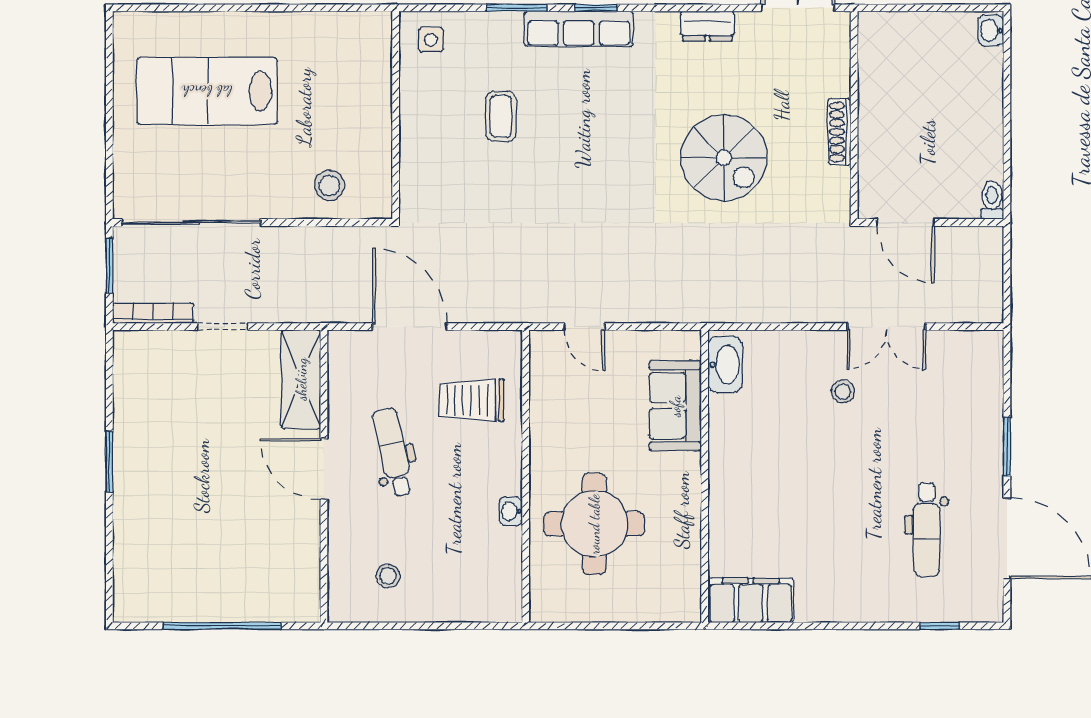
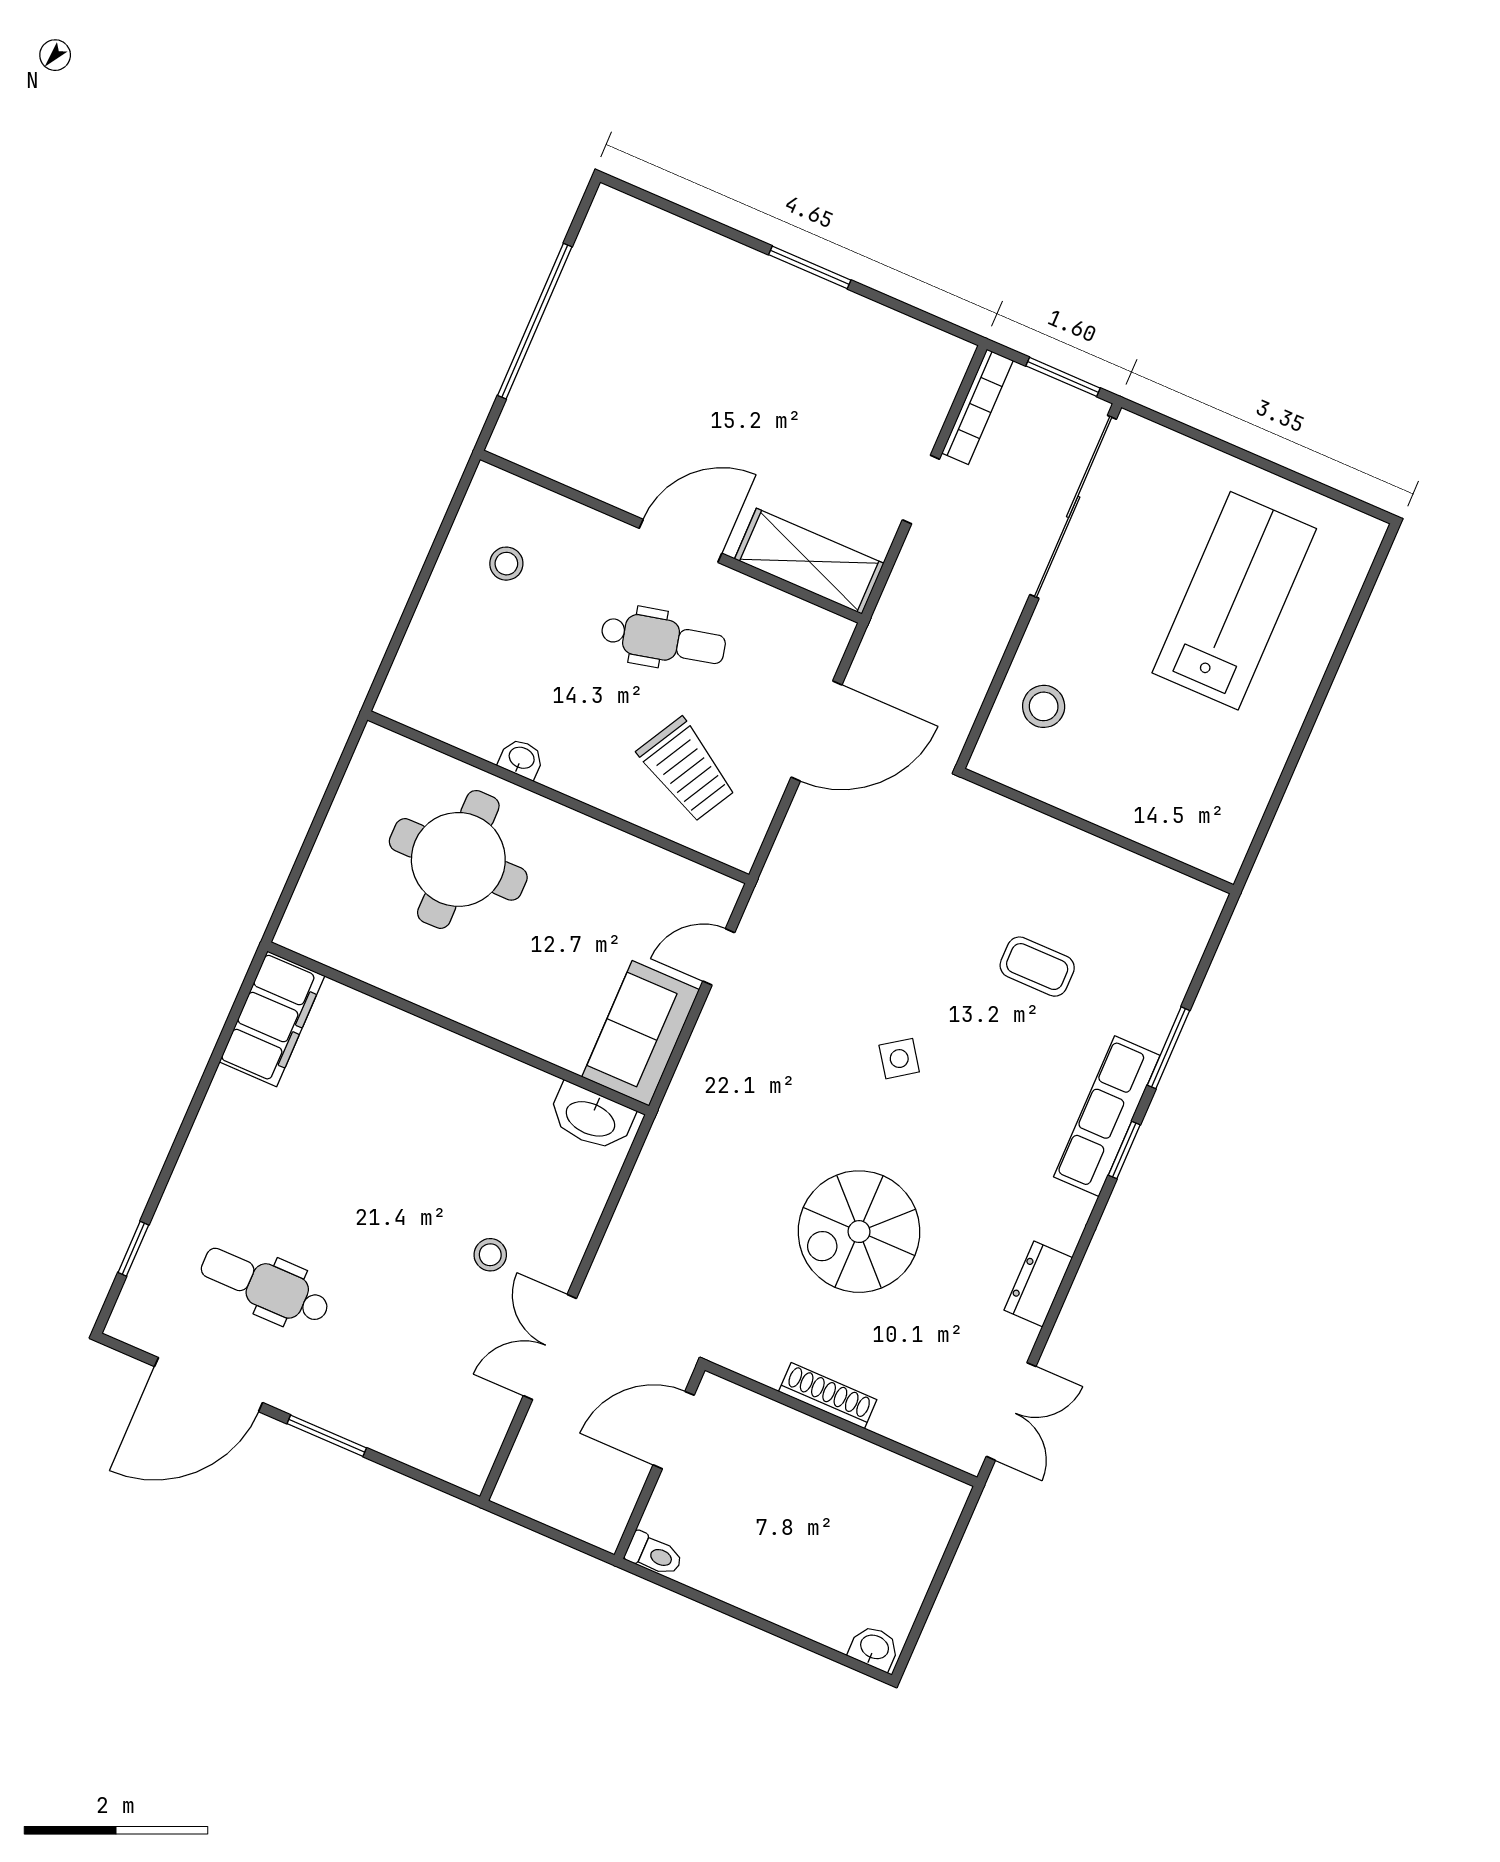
side table: (431, 40) -> (899, 1059), moved, turned -35
trolley: (472, 400) -> (687, 770), turned 119
sofa: (675, 406) -> (641, 1033), moved, turned -90

